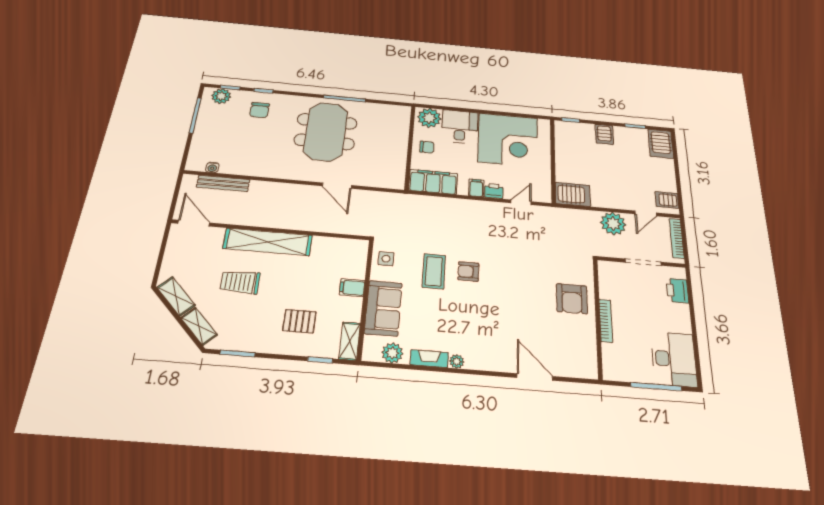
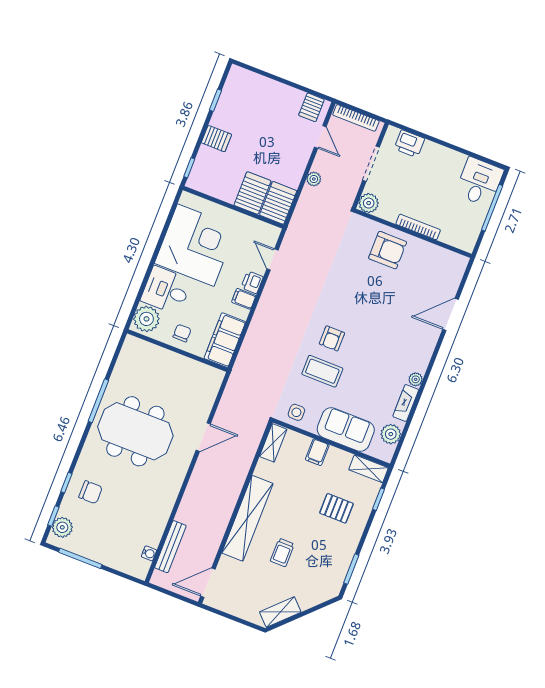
server rack: (661, 144) -> (253, 193), moved, turned -90
plant: (613, 224) -> (314, 179), width x0.53, depth x0.53
plant: (607, 270) -> (369, 203), added
trolley: (240, 282) -> (282, 553), width x0.73, depth x0.72
pallet: (299, 321) -> (336, 508), turned 90
shelving: (199, 326) -> (273, 443), moved, turned -45
desk: (674, 359) -> (479, 182), width x0.73

